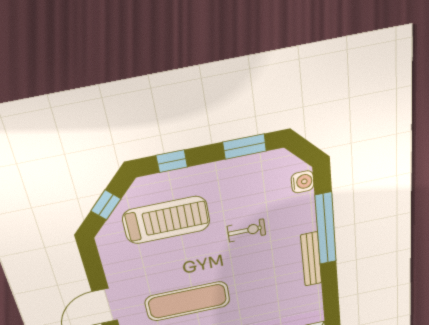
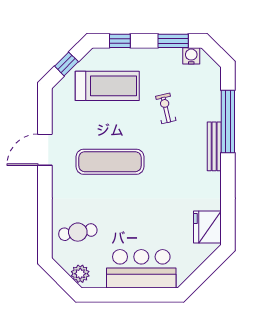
water cooler: (303, 182) -> (191, 56), moved, turned -90
exercise bike: (246, 230) -> (166, 108), turned -103

